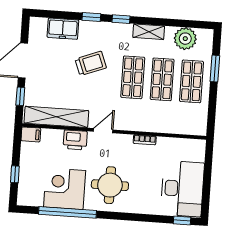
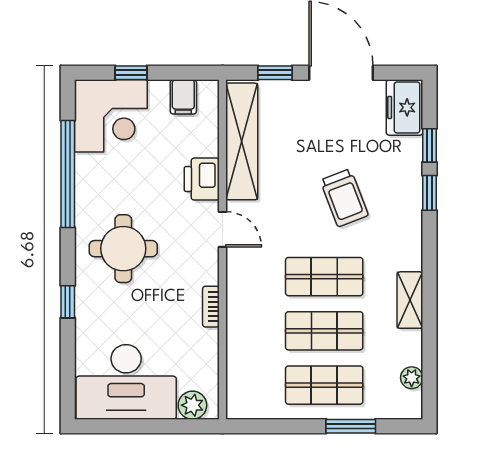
window: (121, 19) -> (429, 145), moved
freezer: (63, 29) -> (405, 107), moved
plant: (185, 39) -> (412, 378), width x0.53, depth x0.53
filing cabinet: (31, 134) -> (183, 97), moved
plant: (197, 154) -> (192, 405), added
corner desk: (65, 189) -> (111, 116), moved, turned 90
window: (182, 220) -> (68, 302), moved

